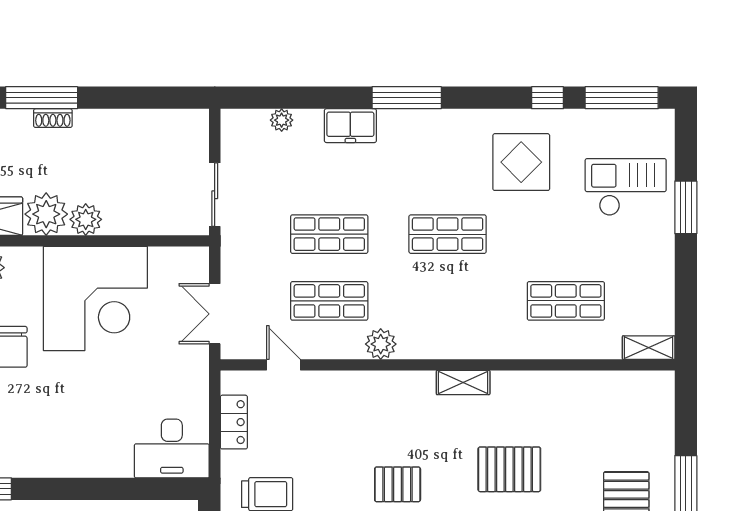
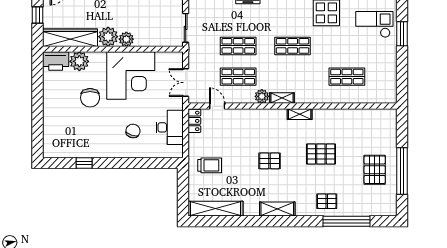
shelving: (649, 348) -> (282, 98), moved
chair: (100, 419) -> (133, 131), added
locker: (234, 422) -> (194, 121), moved
desk: (172, 448) -> (170, 127), moved, turned -90

